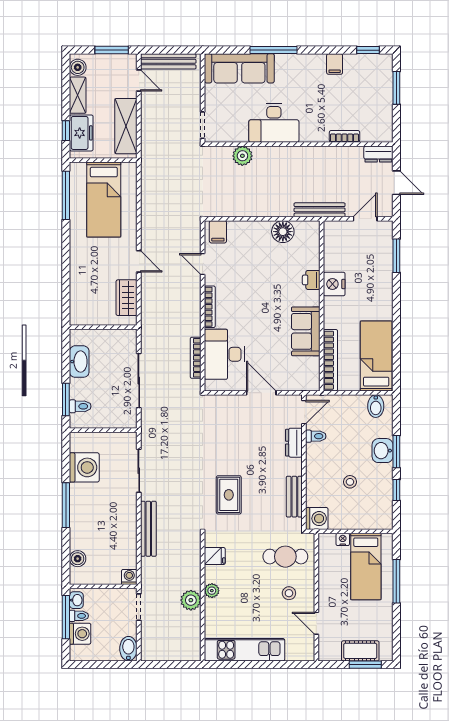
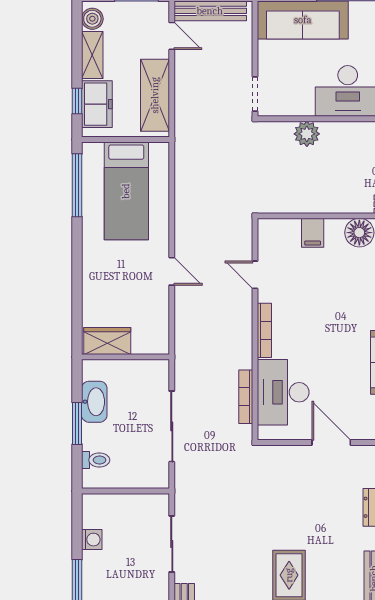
filing cabinet: (218, 232) -> (313, 233), moved
wardrobe: (127, 298) -> (107, 341), moved, turned 90
window: (66, 400) -> (77, 423), moved
washing machine: (84, 467) -> (92, 540), width x0.53, depth x0.53

